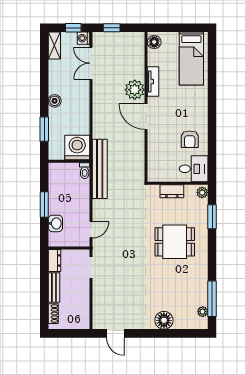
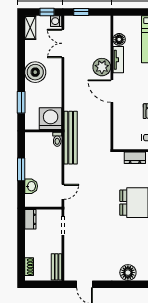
floor lamp: (154, 42) -> (119, 39), moved
boiler: (55, 101) -> (35, 72), width x1.86, depth x1.86
bench: (54, 288) -> (57, 267), moved

